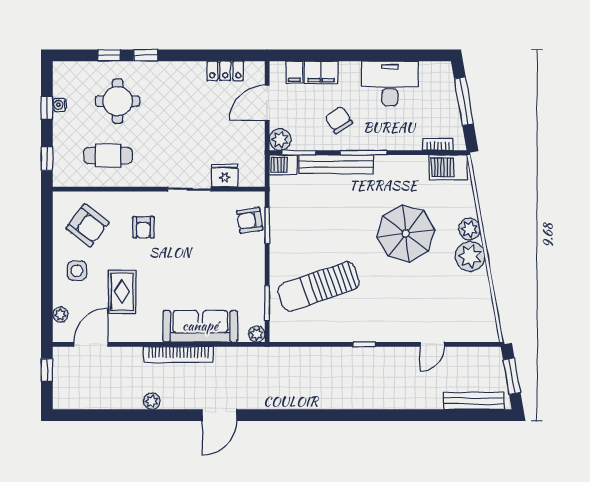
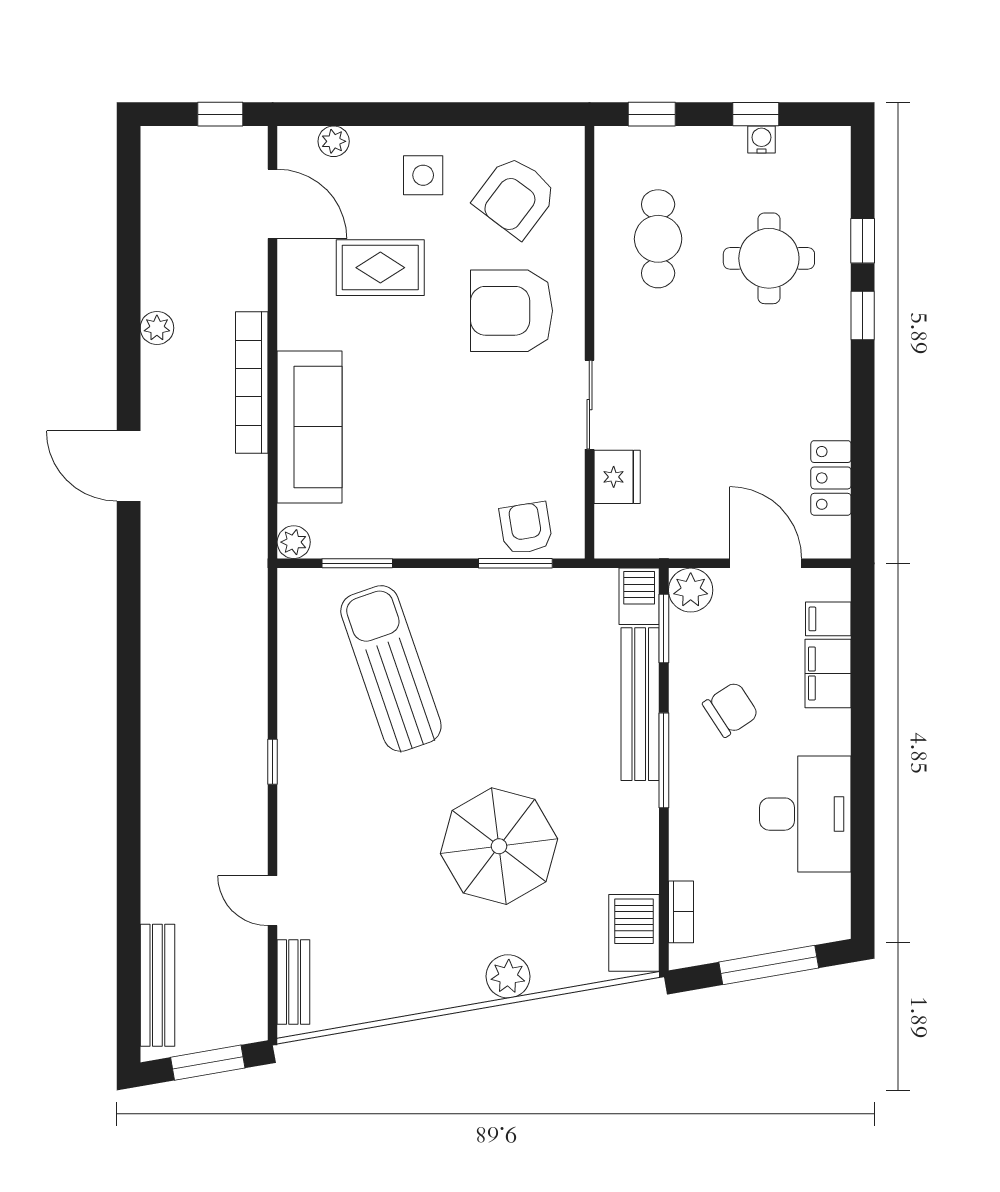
armchair: (143, 227) -> (512, 311), width x1.88, depth x1.88
plant: (470, 256) -> (452, 978), removed
bench: (472, 334) -> (293, 982), added

